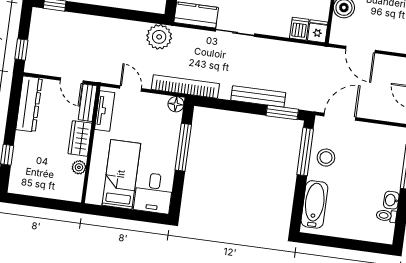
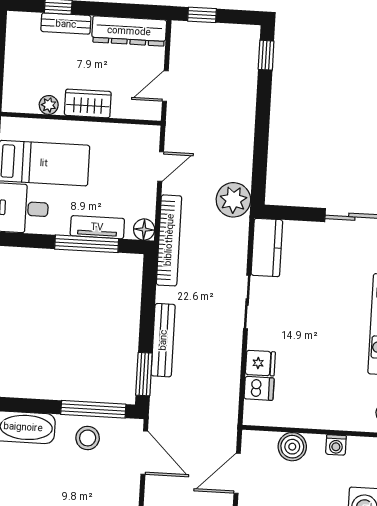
fridge: (318, 31) -> (260, 363), moved
bench: (88, 103) -> (66, 24), moved
tv unit: (105, 111) -> (97, 227), moved, turned 180

